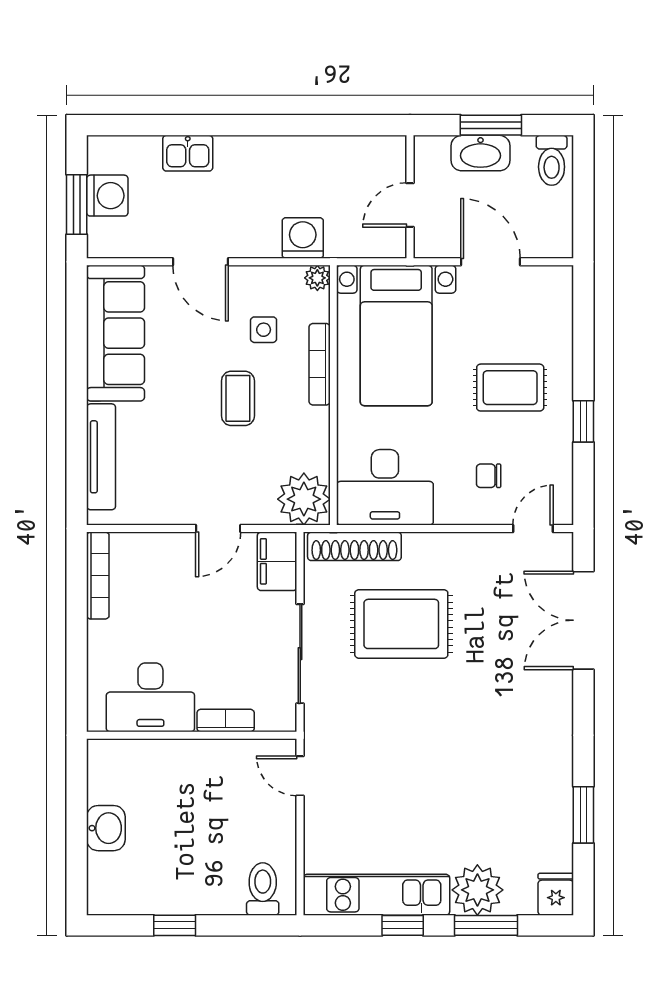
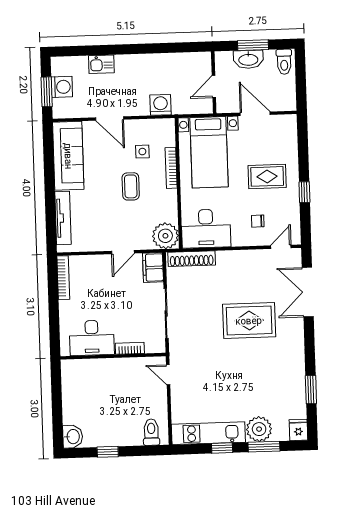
plant: (317, 278) -> (168, 125), removed
rug: (401, 624) -> (249, 321), moved
washbasin: (106, 828) -> (73, 437), moved

